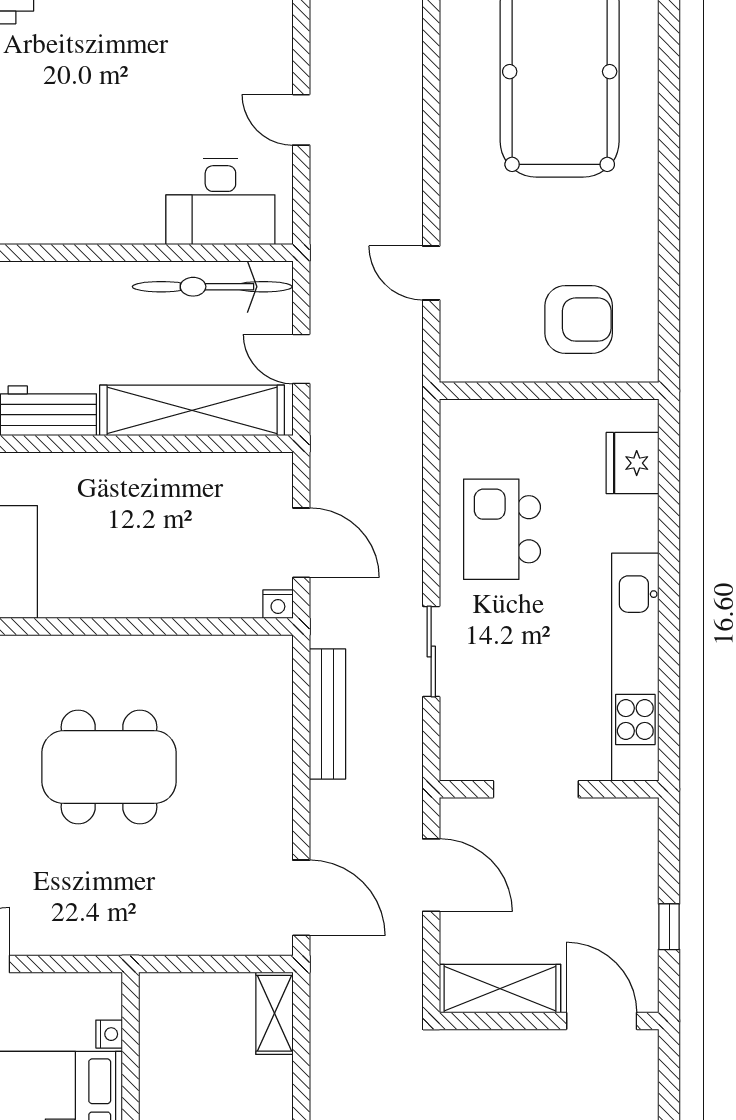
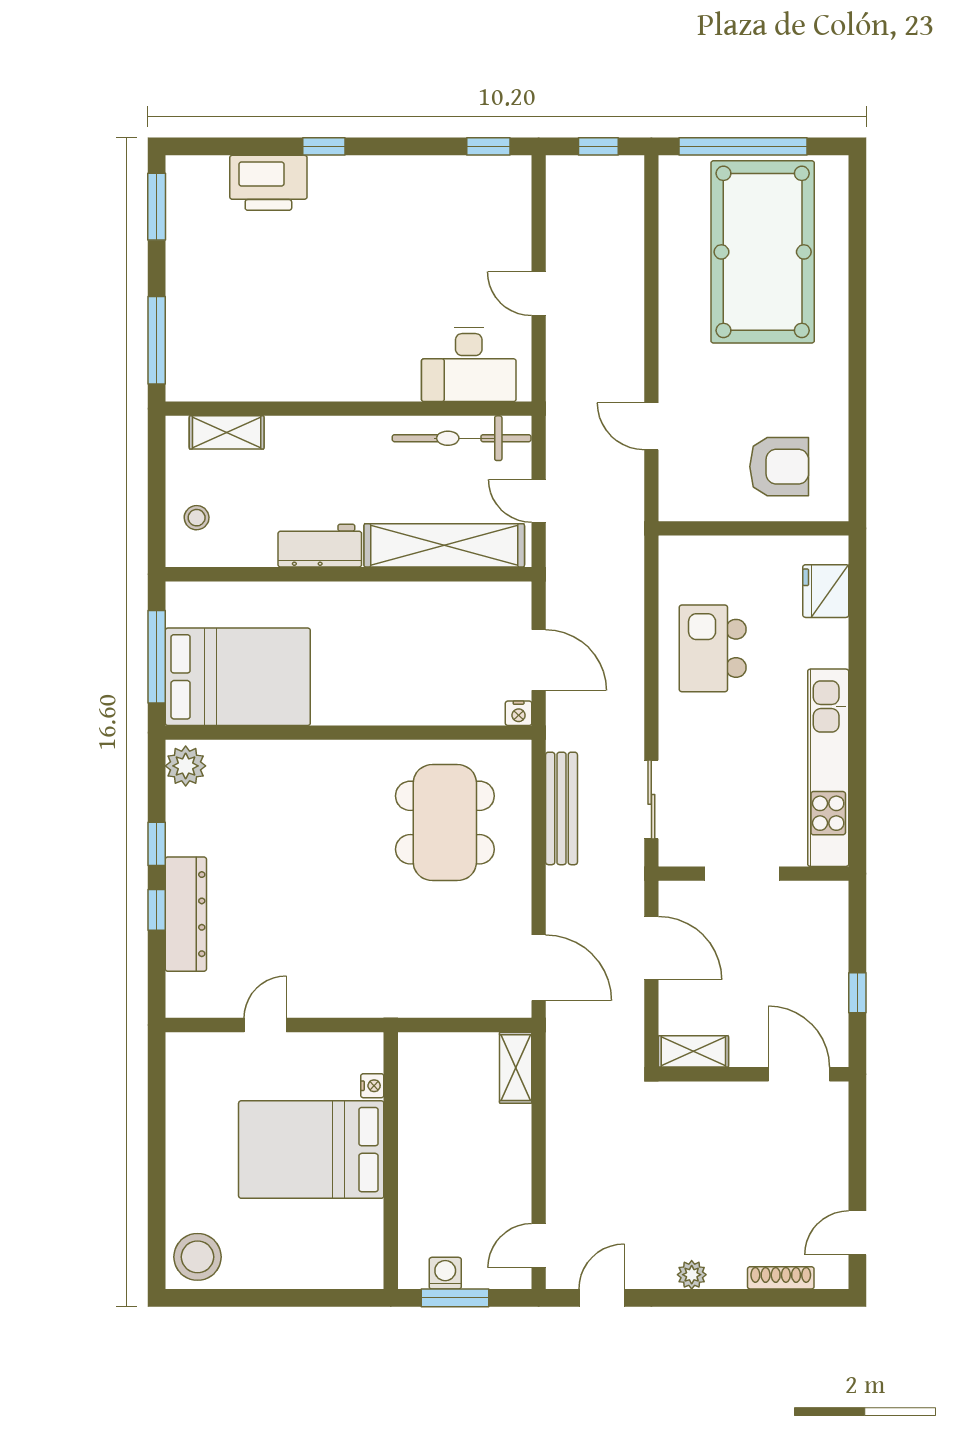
sliding door: (431, 652) -> (651, 799), moved
dining table: (109, 767) -> (445, 823), moved, turned 90
shelving: (500, 989) -> (693, 1051), width x0.67, depth x0.75

